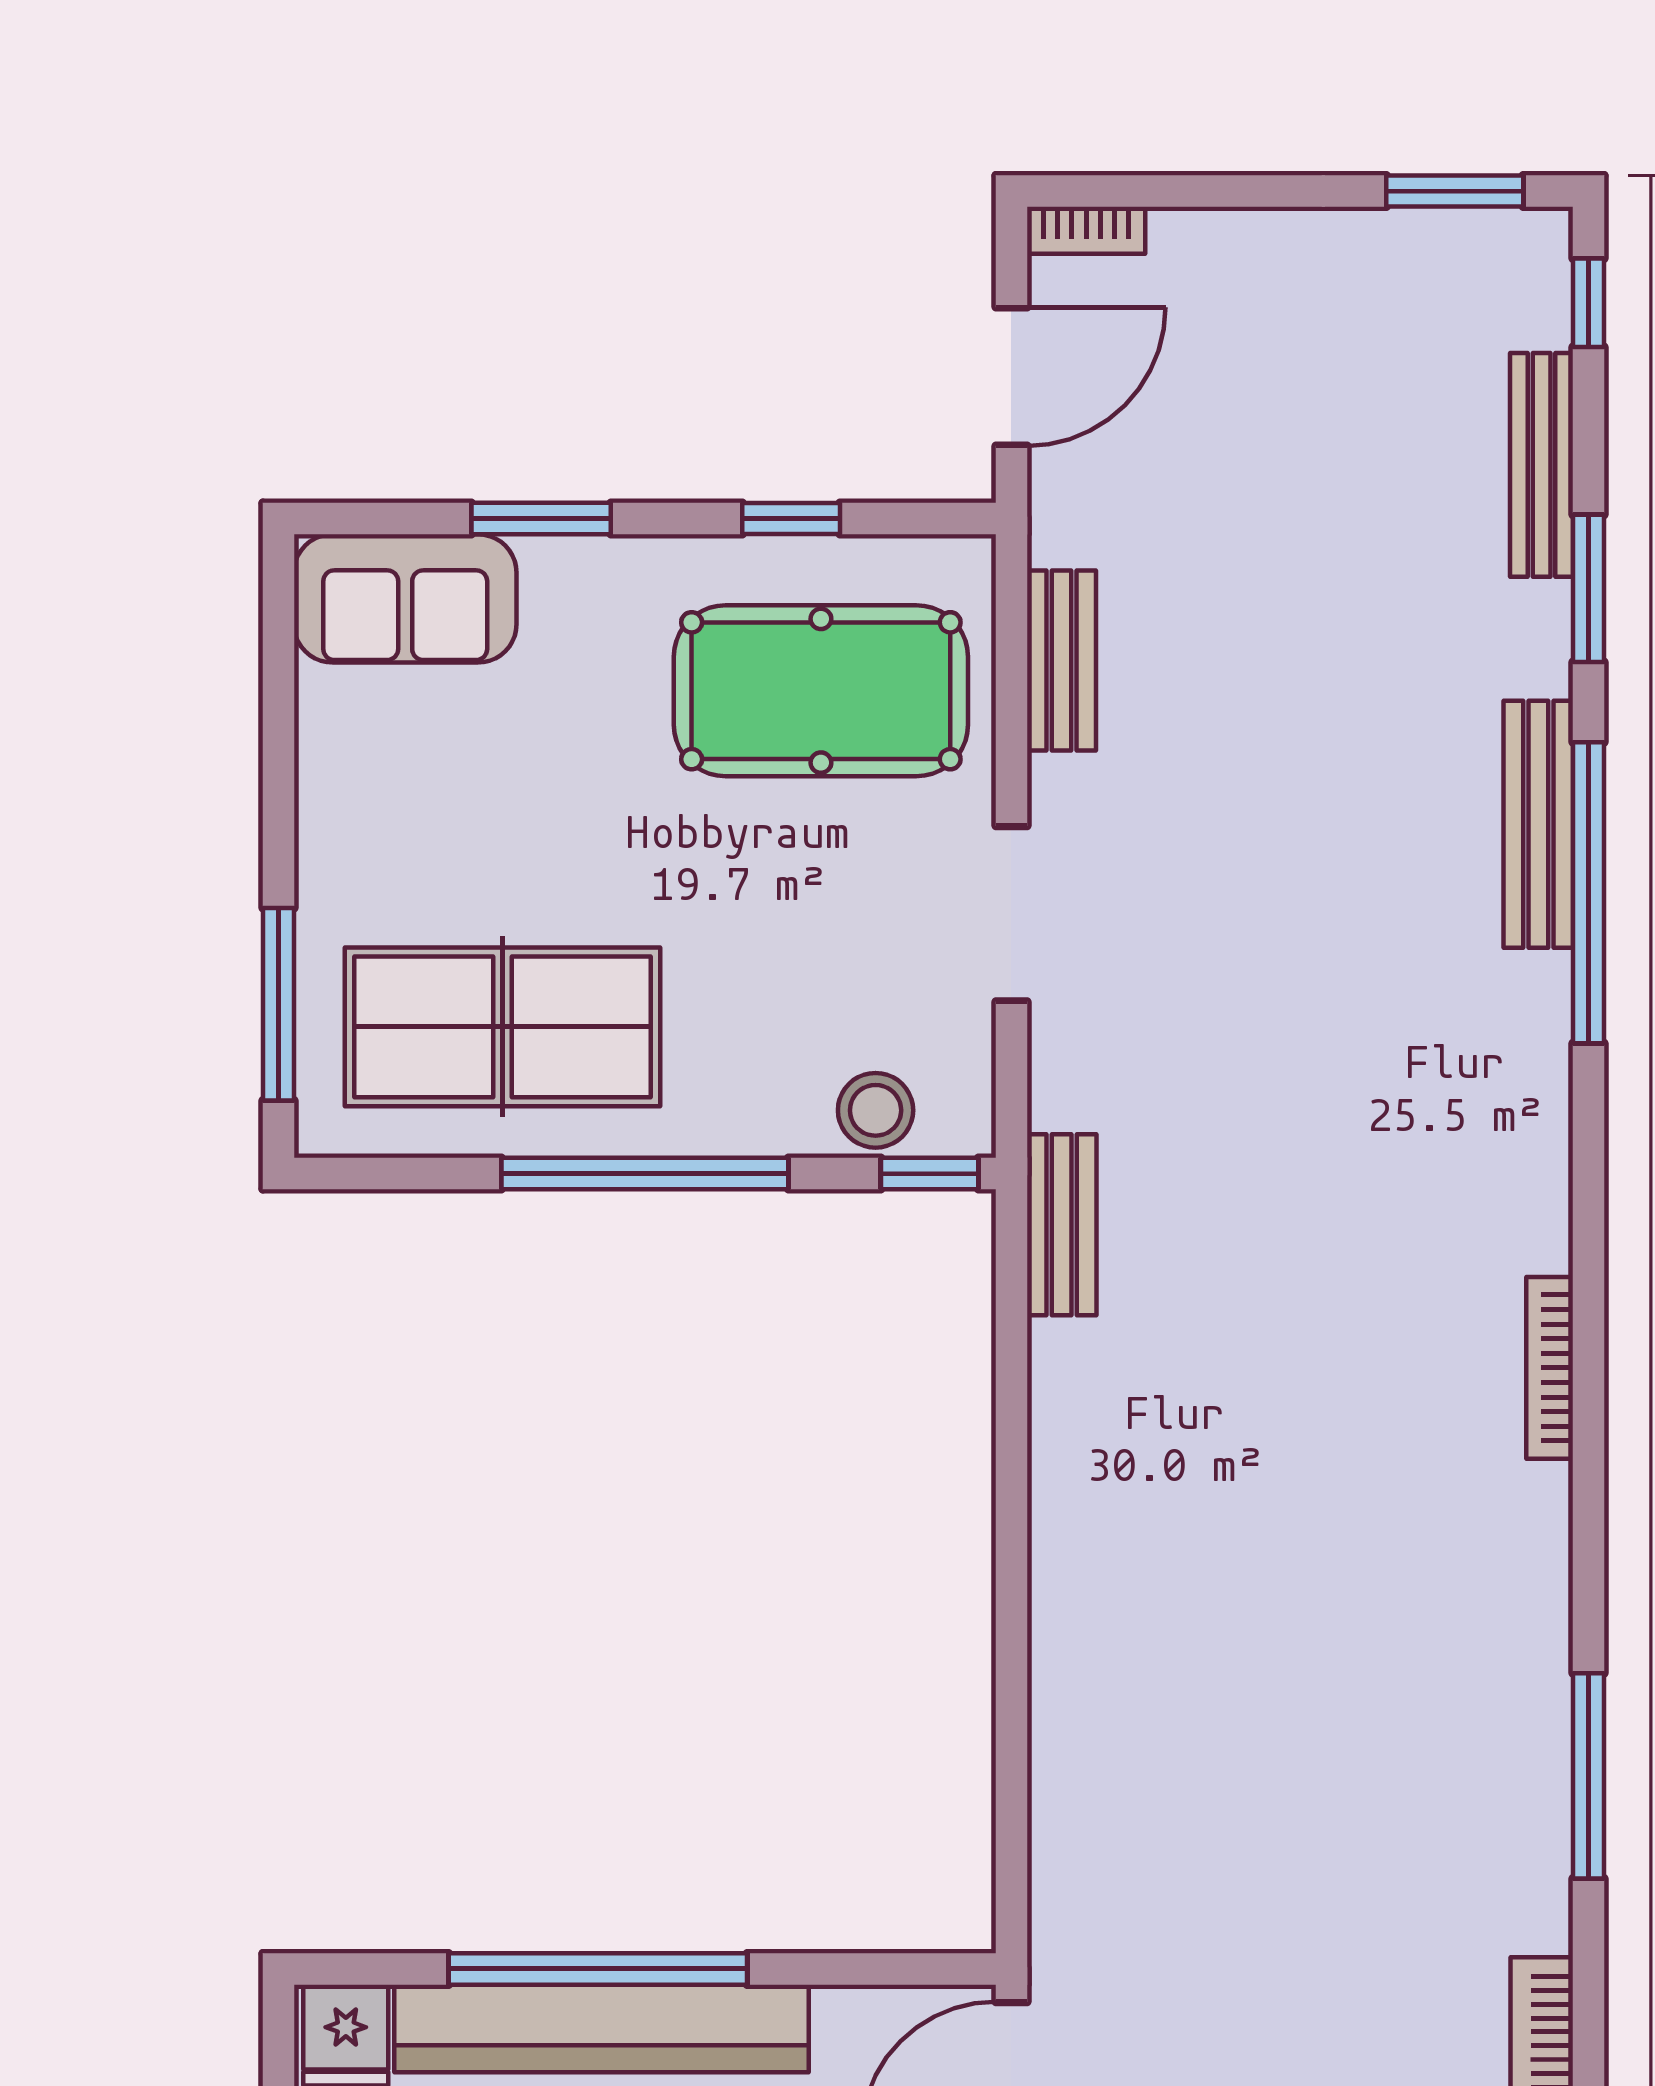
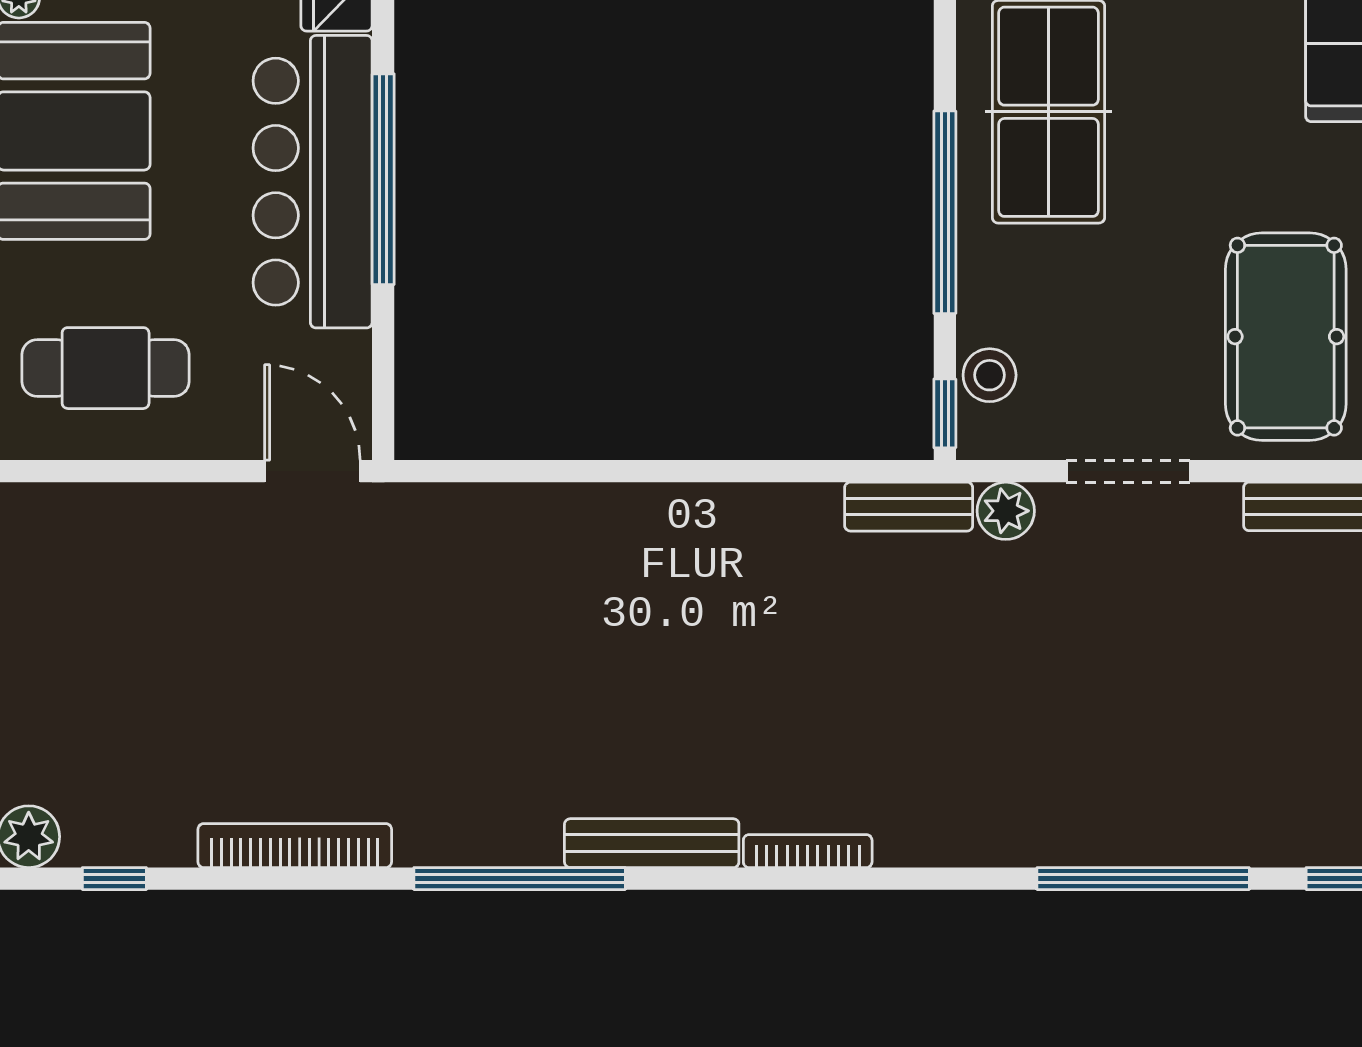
bench: (1538, 824) -> (652, 843), moved
plant: (1068, 1087) -> (1006, 511), added
window: (1589, 1776) -> (520, 879), width x1.46

